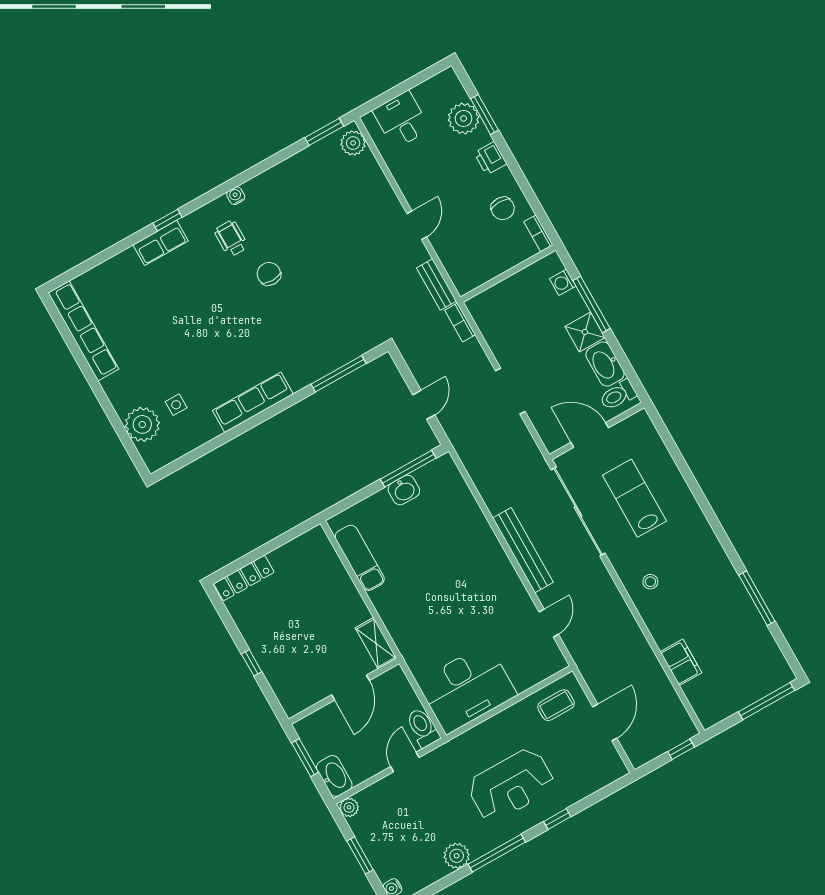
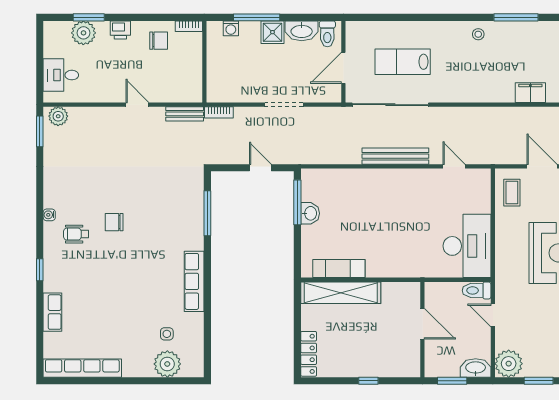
row of seats: (161, 243) -> (52, 312), moved
stool: (650, 582) -> (478, 34), moved
shelving: (376, 643) -> (341, 293), moved, width x2.20, depth x1.33
plant: (349, 807) -> (509, 364), width x1.88, depth x1.88

